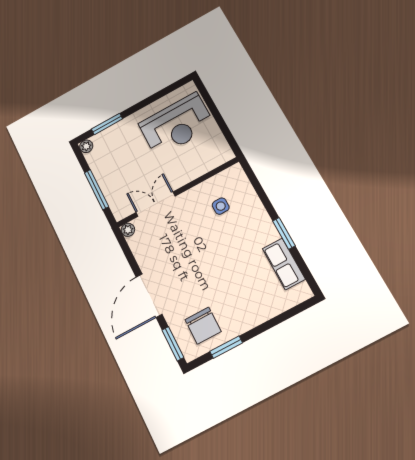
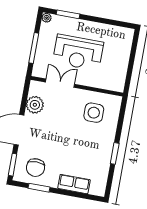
reception desk: (177, 125) -> (78, 52), moved
side table: (221, 206) -> (94, 113), width x1.87, depth x1.87
plant: (128, 230) -> (35, 105), moved, width x1.88, depth x1.88
row of seats: (284, 264) -> (74, 184), moved, turned 90

